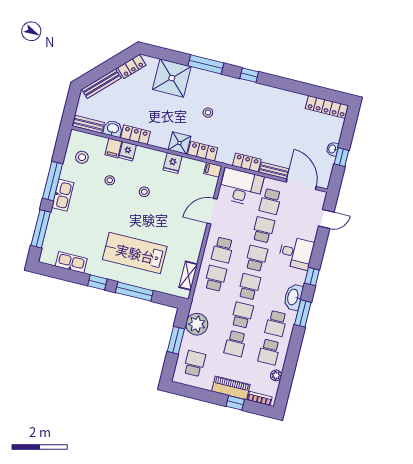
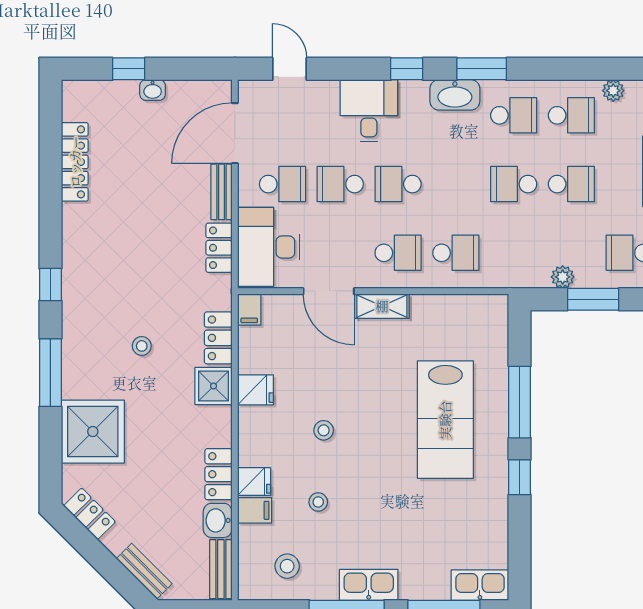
bench: (101, 84) -> (144, 571), width x0.73
locker: (327, 107) -> (75, 162), moved
window: (342, 157) -> (129, 69), moved
kitchen sink: (71, 262) -> (480, 585), moved, turned 90
shelving: (188, 276) -> (382, 306), moved
school desk: (215, 278) -> (456, 253), turned 180
school desk: (249, 287) -> (456, 184), removed
plant: (197, 324) -> (563, 277), width x0.53, depth x0.53

